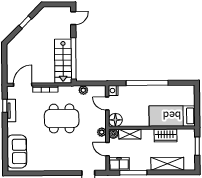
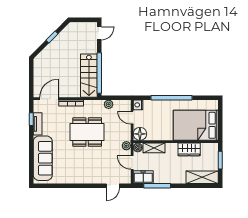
bed: (172, 116) -> (196, 125), width x1.50
sofa: (17, 151) -> (43, 158), width x1.36
shelving: (167, 164) -> (202, 177), moved

